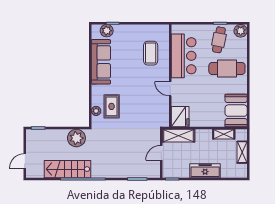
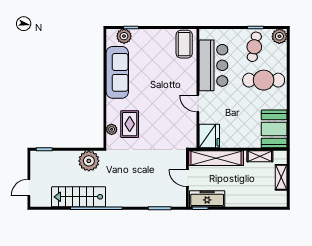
coffee table: (151, 53) -> (184, 44), moved
shelving: (179, 136) -> (216, 158), width x1.47
door: (161, 153) -> (187, 178), hinge flipped
freezer: (205, 171) -> (207, 199), moved

